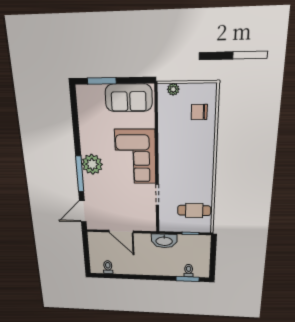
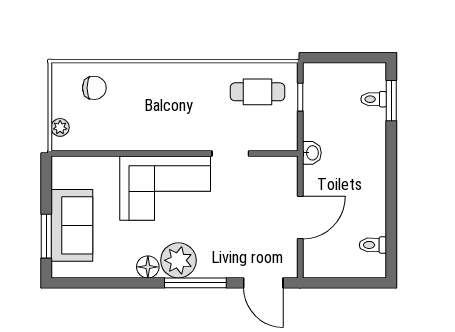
sofa: (129, 98) -> (72, 225), moved
chair: (199, 112) -> (94, 88), turned -90
floor lamp: (87, 146) -> (148, 267), added
cafe table: (194, 210) -> (257, 92), turned 90
washbasin: (164, 241) -> (312, 153), width x0.52, depth x0.69

